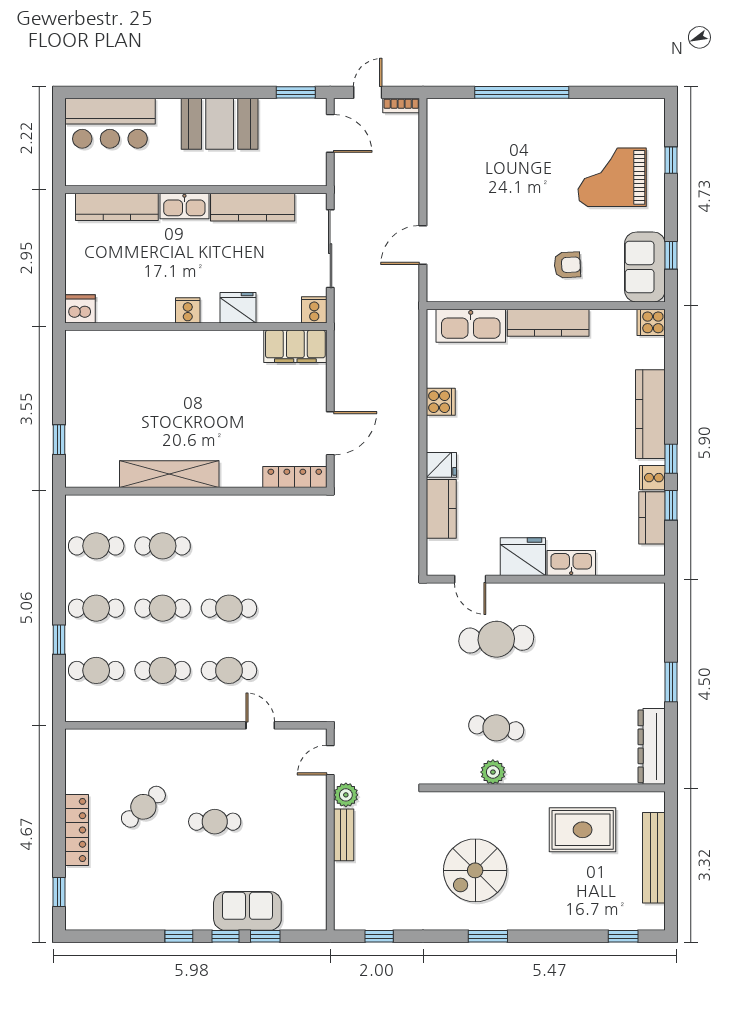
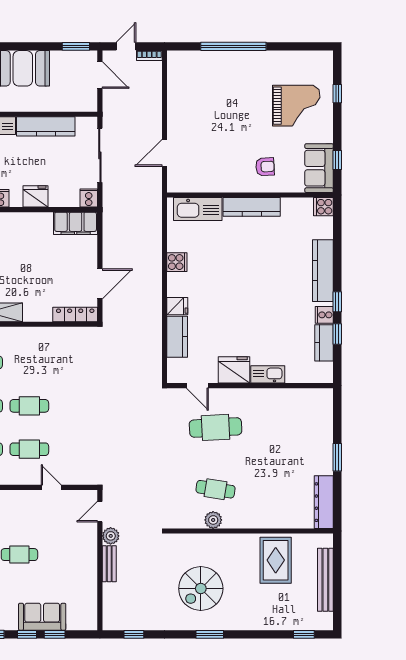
grand piano: (612, 177) -> (296, 106), turned 180
rug: (583, 830) -> (276, 560), turned 90

